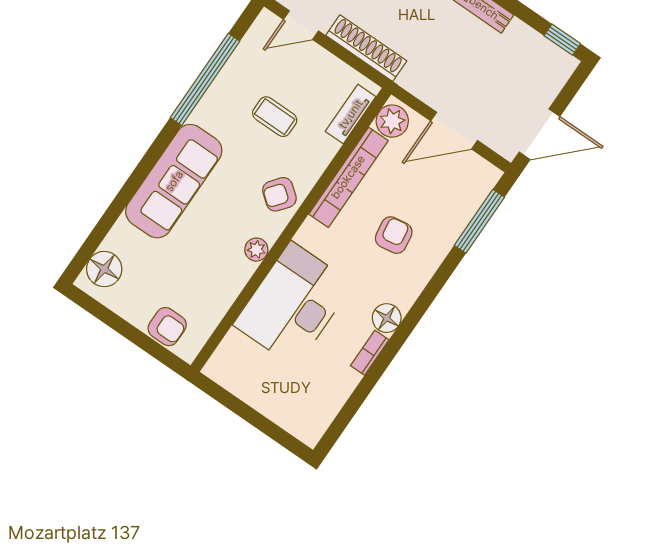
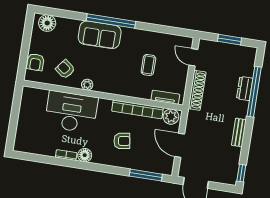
window: (205, 79) -> (111, 21), moved
sofa: (174, 181) -> (100, 35), width x0.73
armchair: (279, 194) -> (65, 69), moved

